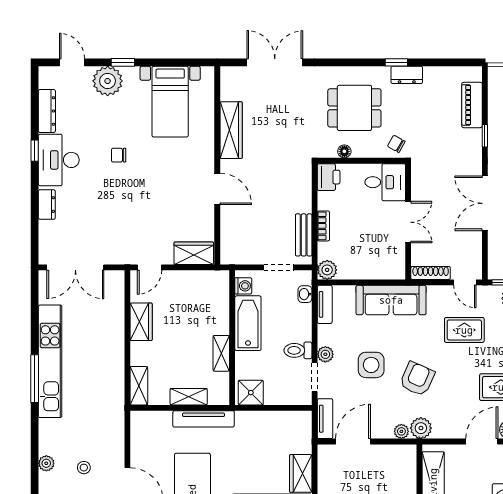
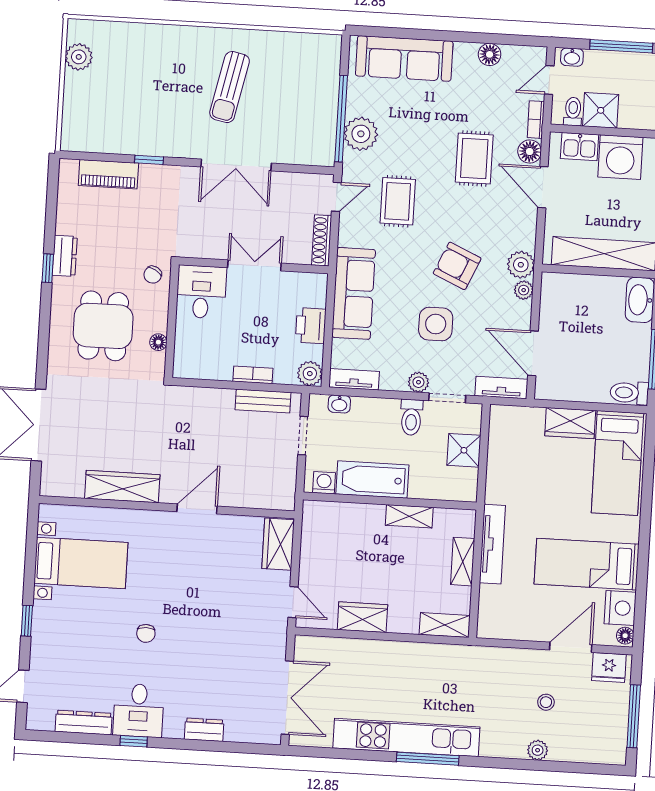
plant: (108, 81) -> (50, 642), removed
desk: (59, 160) -> (139, 710), width x0.73
printer: (329, 177) -> (311, 326), moved, turned -90
shower: (251, 393) -> (464, 450), moved

